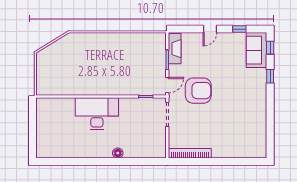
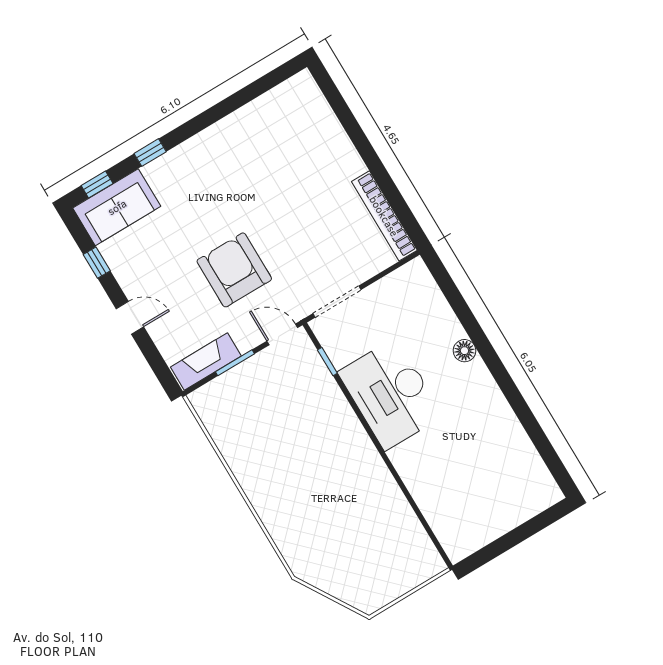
armchair: (198, 91) -> (234, 270), moved
desk: (97, 114) -> (391, 394), moved

